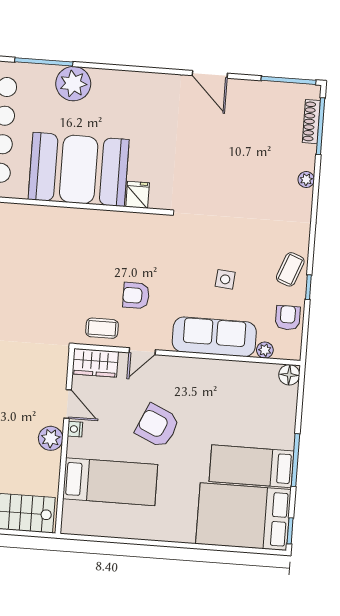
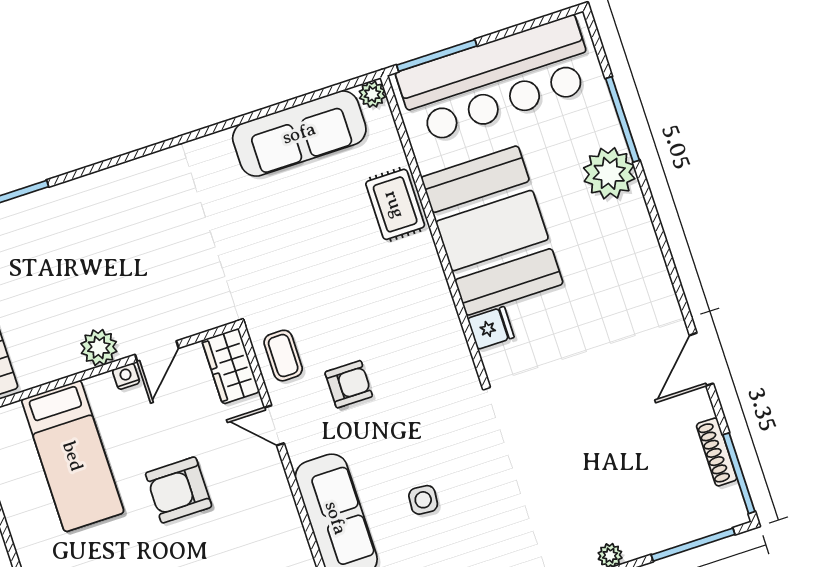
shoe rack: (311, 122) -> (717, 452), moved, turned -90
rug: (38, 222) -> (395, 204), added
armchair: (136, 295) -> (349, 384), turned 90
armchair: (157, 426) -> (179, 490), turned -114

